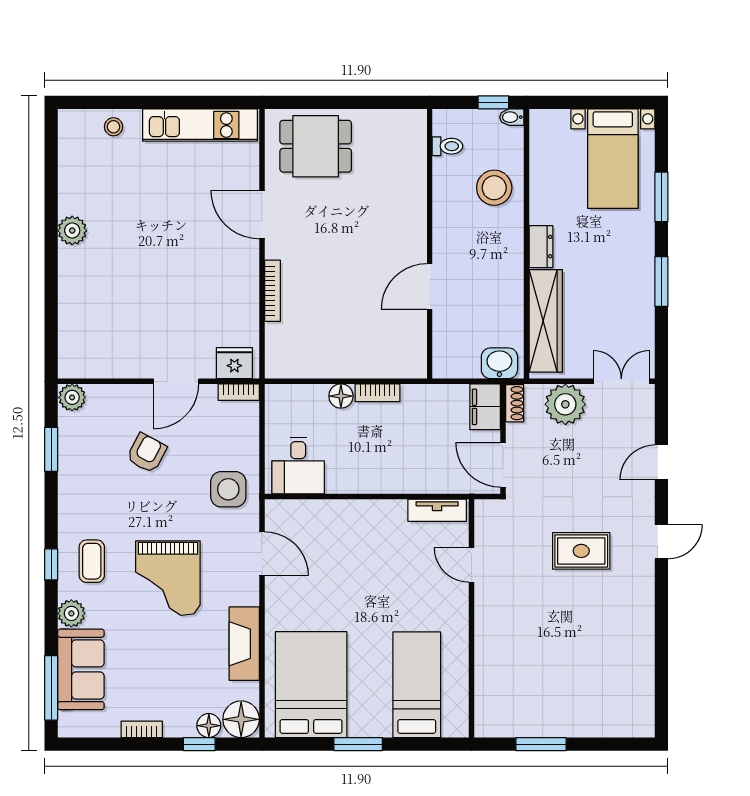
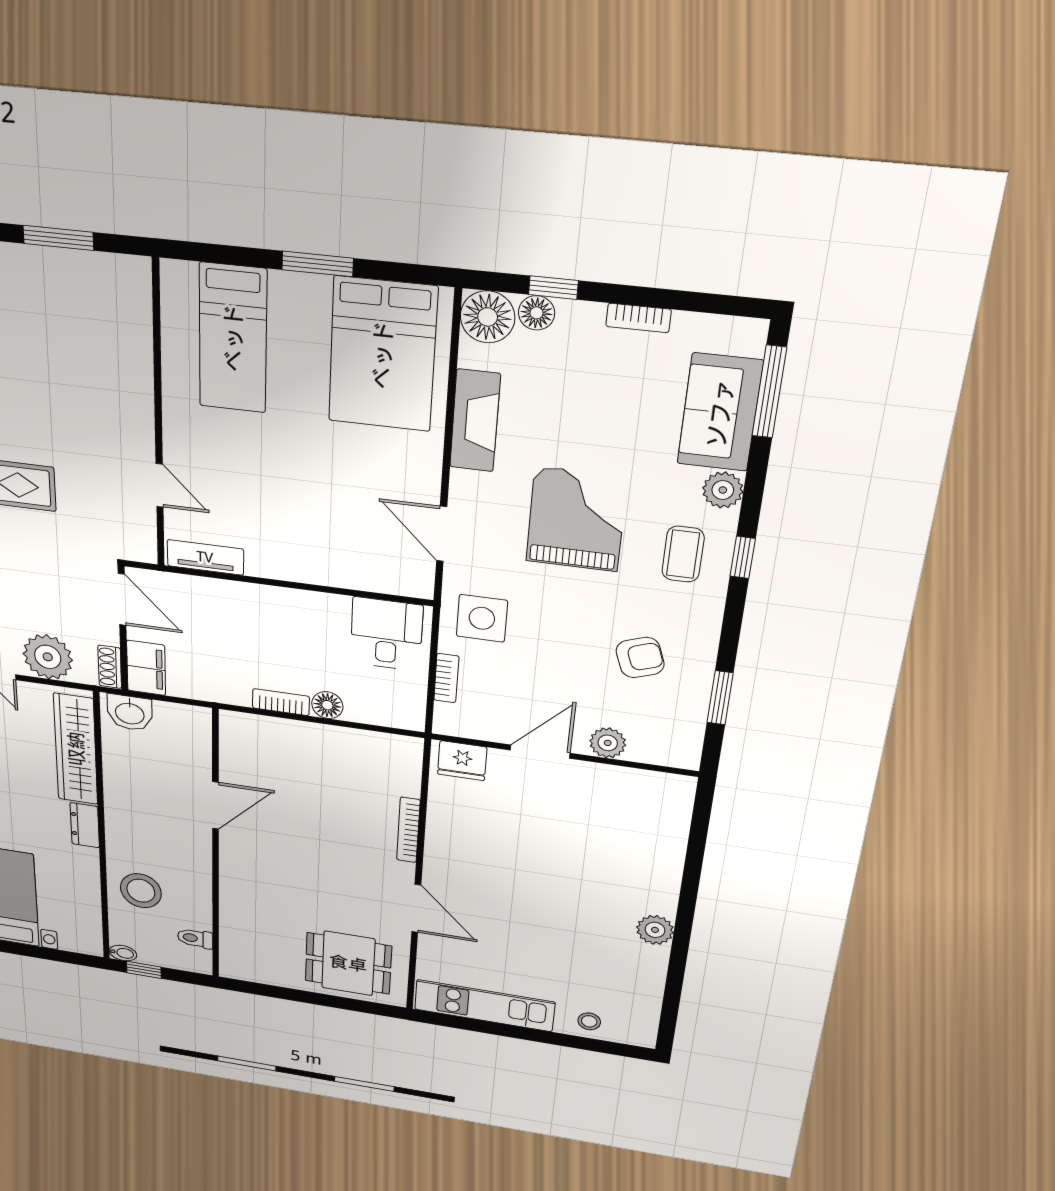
bookcase: (239, 392) -> (446, 678), moved, turned 90
plant: (72, 397) -> (608, 743), moved
armchair: (147, 453) -> (640, 658), moved, turned -138

